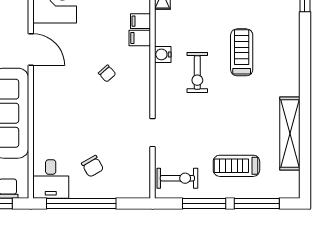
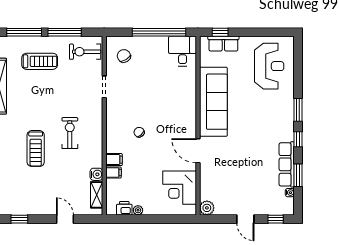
water cooler: (163, 54) -> (96, 174), moved
chair: (93, 166) -> (124, 56), moved

